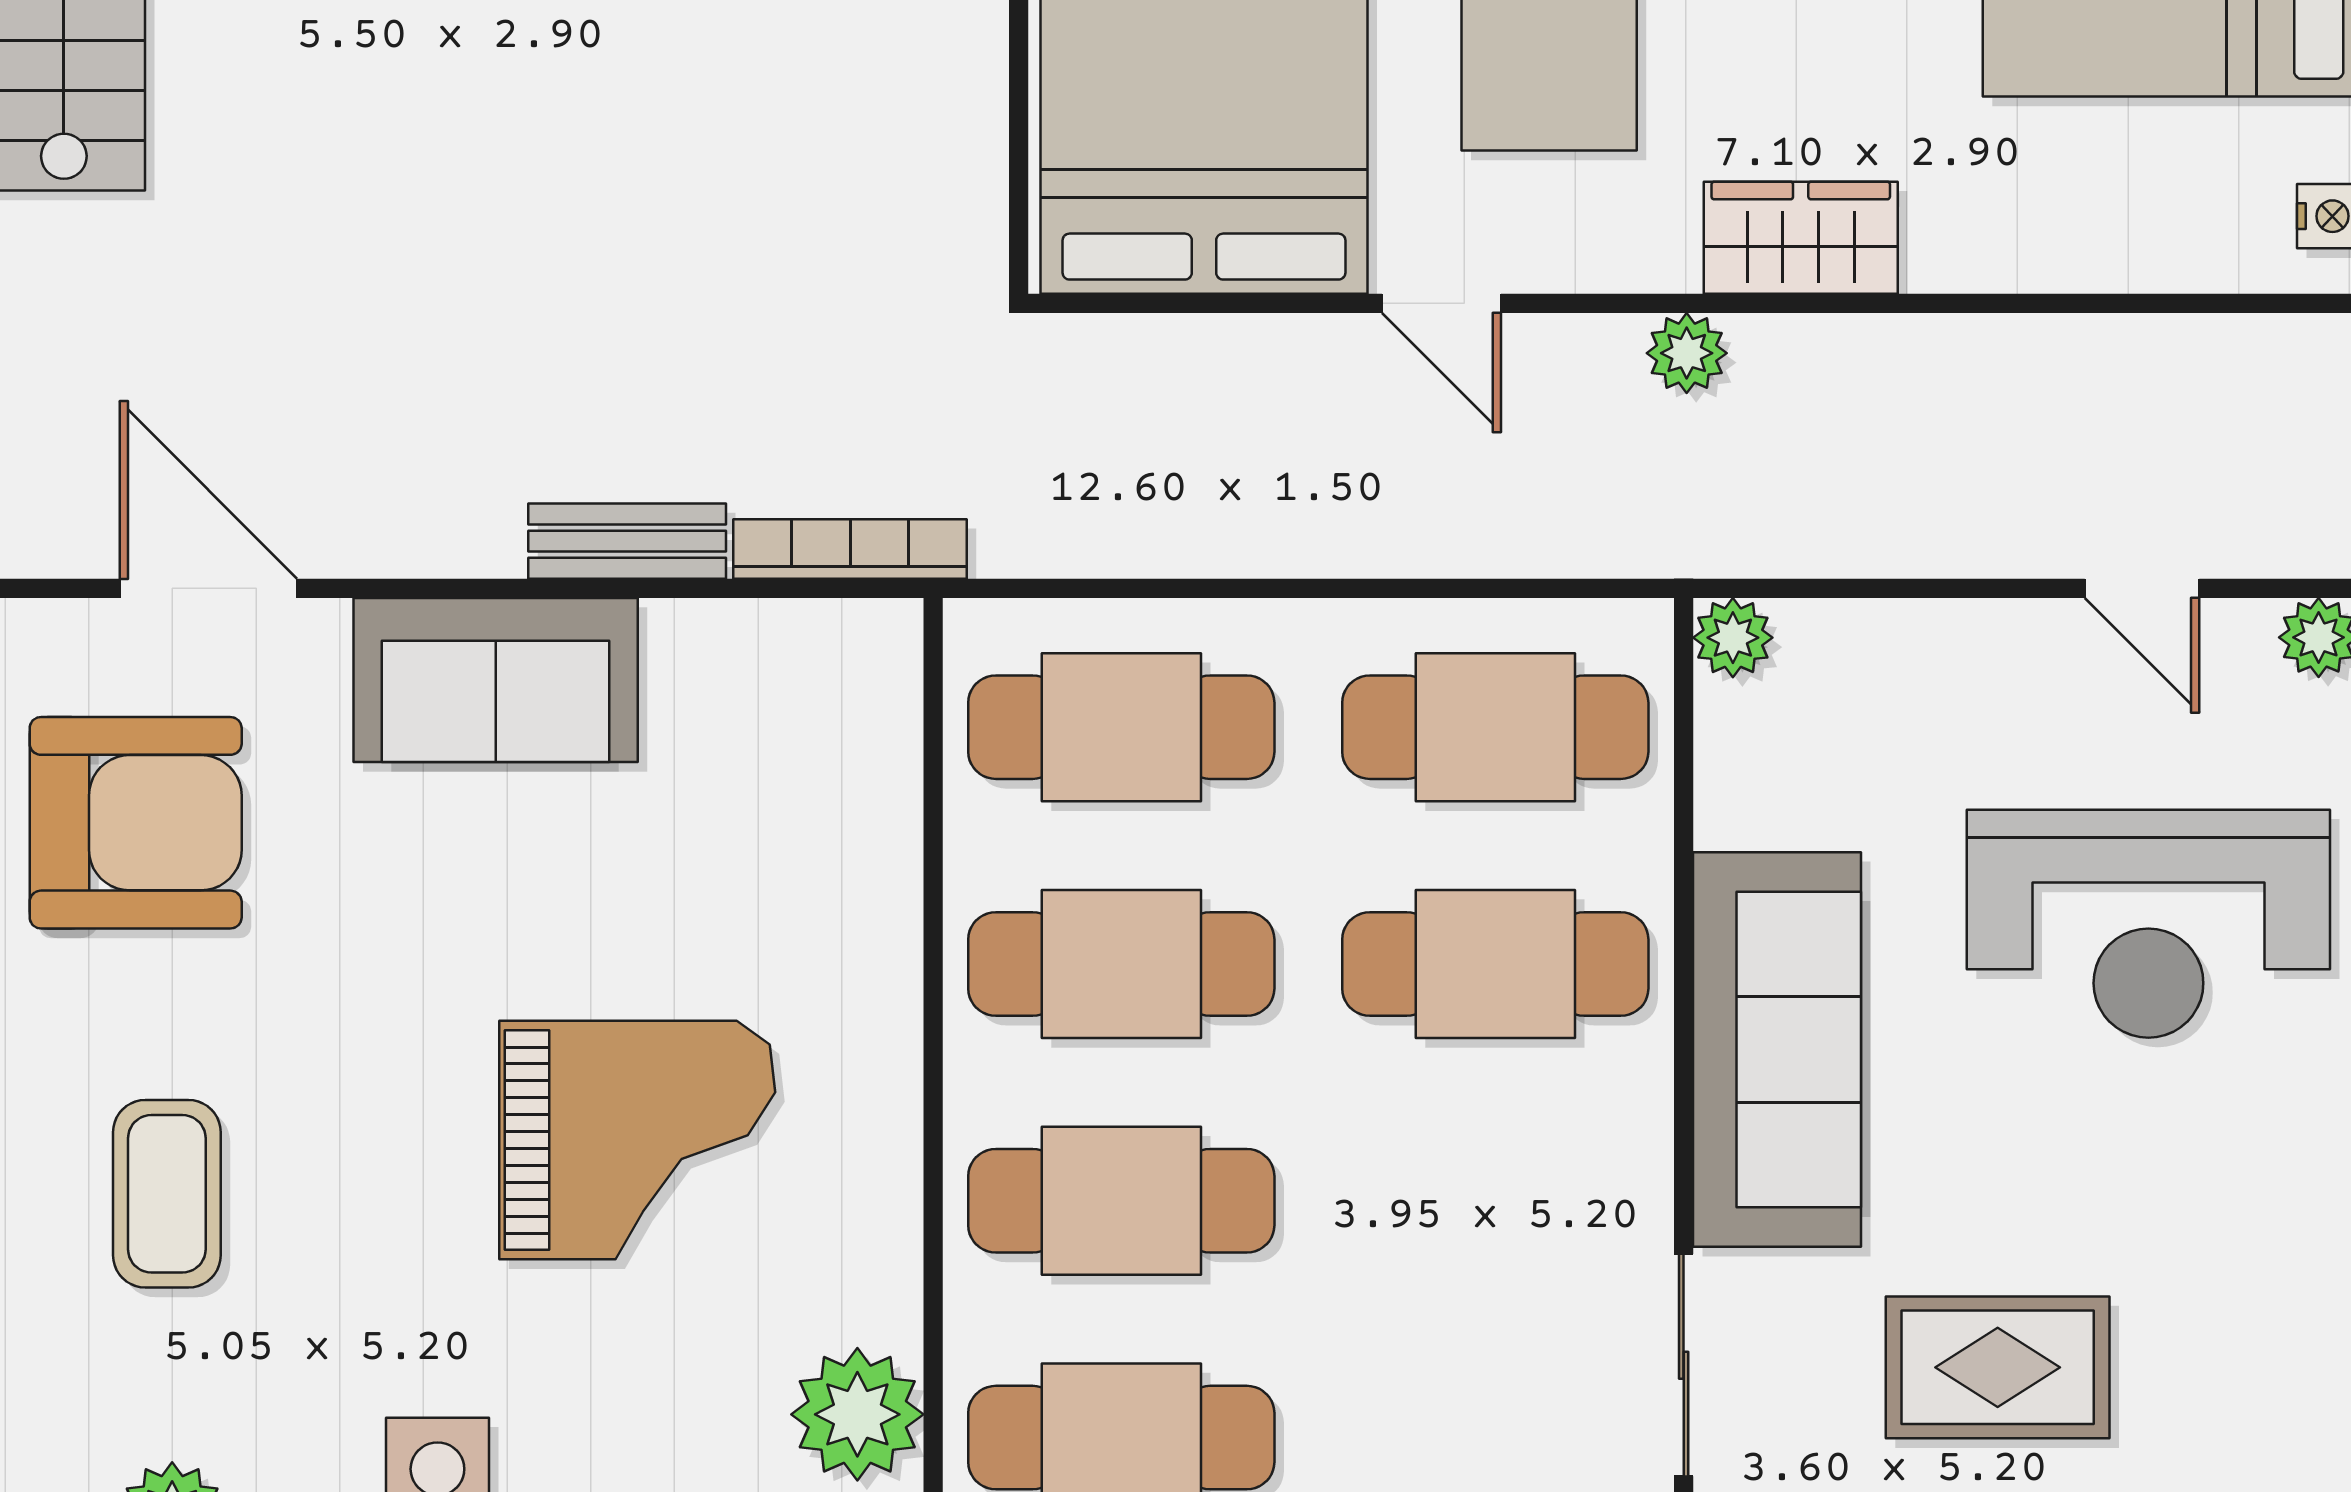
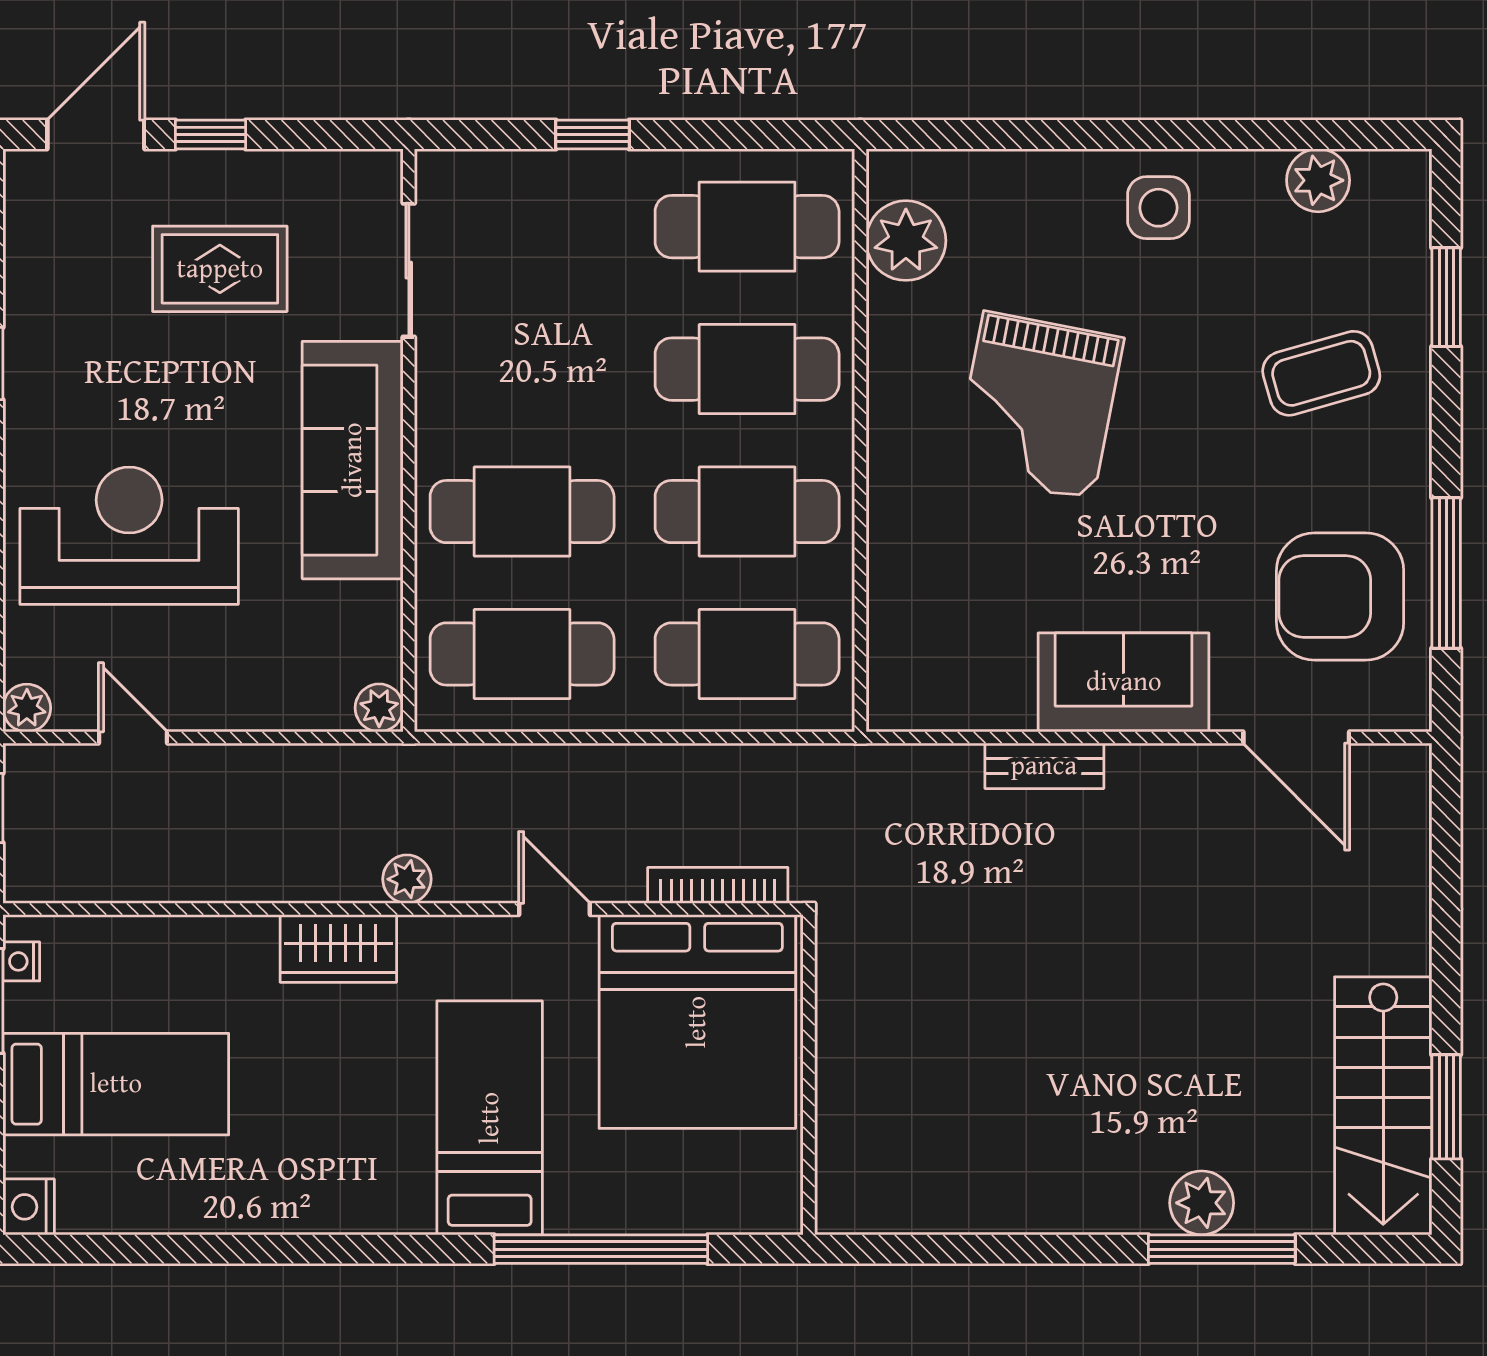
bookcase: (850, 549) -> (718, 885), moved, turned 180
grand piano: (637, 1140) -> (1038, 406), turned -79
coffee table: (167, 1194) -> (1321, 373), turned 74

